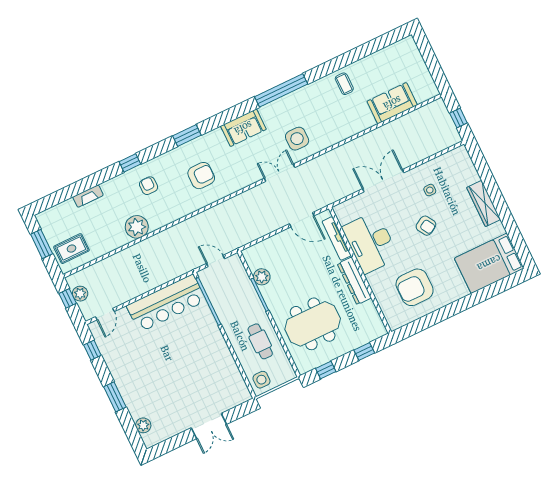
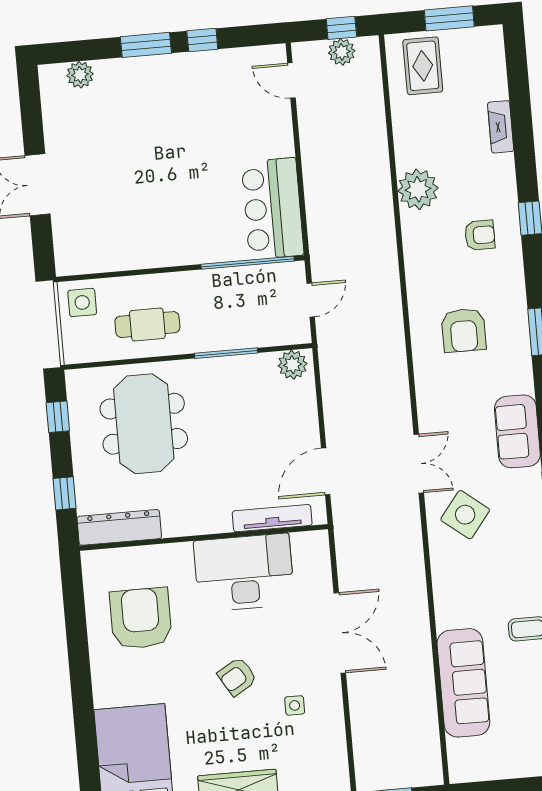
sofa: (392, 103) -> (463, 683), width x1.36
side table: (297, 139) -> (465, 515), turned 38
plant: (262, 277) -> (293, 365), moved
dresser: (354, 281) -> (119, 527), moved
bar counter: (166, 303) -> (273, 208), width x0.73
window: (92, 350) -> (202, 40), moved

